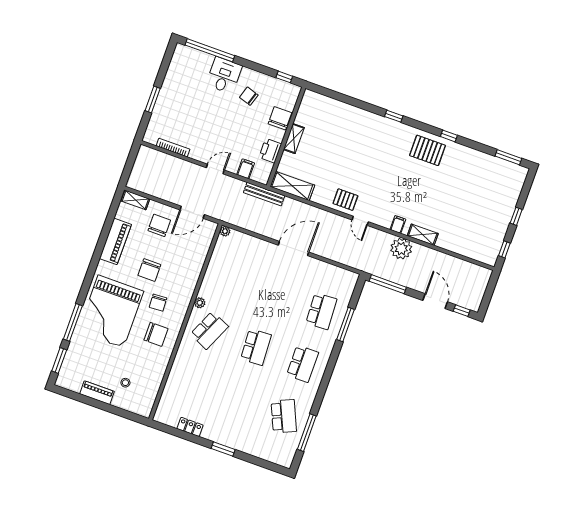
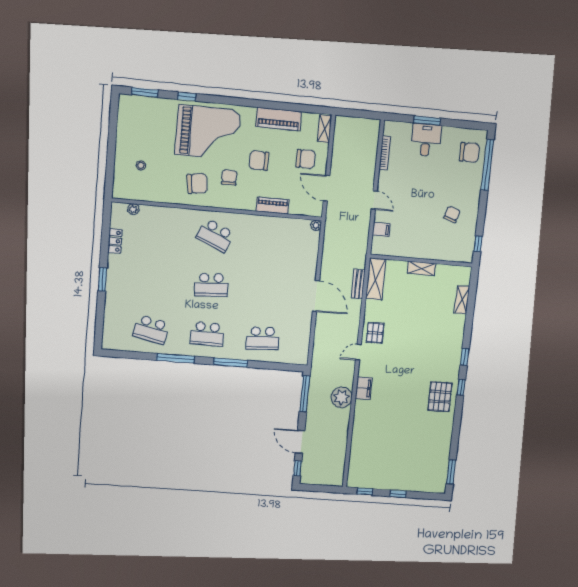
desk: (224, 75) -> (426, 140), moved, turned -90
chair: (280, 118) -> (469, 152), moved
window: (449, 136) -> (461, 387), moved
printer: (270, 151) -> (404, 249), removed
bench: (264, 194) -> (358, 284), moved, width x0.73
filing cabinet: (398, 224) -> (364, 388), width x2.00
shelving: (423, 235) -> (462, 300), moved
door: (435, 301) -> (300, 442), swing flipped
chair: (158, 303) -> (229, 178), turned 93
plant: (200, 303) -> (133, 209), moved
grand piano: (111, 311) -> (208, 132), turned 180
window: (73, 322) -> (187, 97), width x0.46
window: (346, 324) -> (231, 363), moved
chair: (156, 334) -> (197, 184), turned -98
piano: (97, 393) -> (273, 206), moved, turned -90
school desk: (284, 416) -> (151, 329), turned 36
window: (307, 433) -> (175, 358), moved

